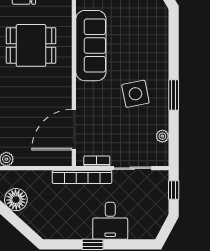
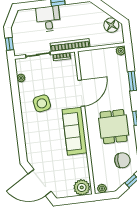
dining table: (31, 45) -> (114, 127), turned 90
window: (174, 95) -> (17, 106), removed
door: (74, 130) -> (81, 93), moved

